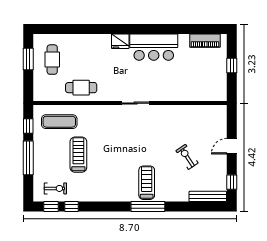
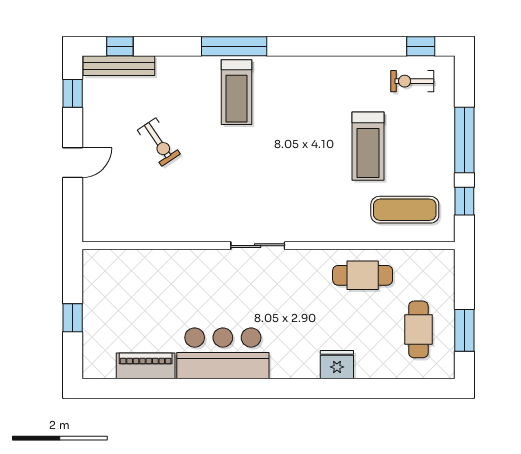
fridge: (120, 41) -> (337, 365), moved
piano: (205, 41) -> (146, 366), moved
window: (72, 207) -> (120, 46), moved

